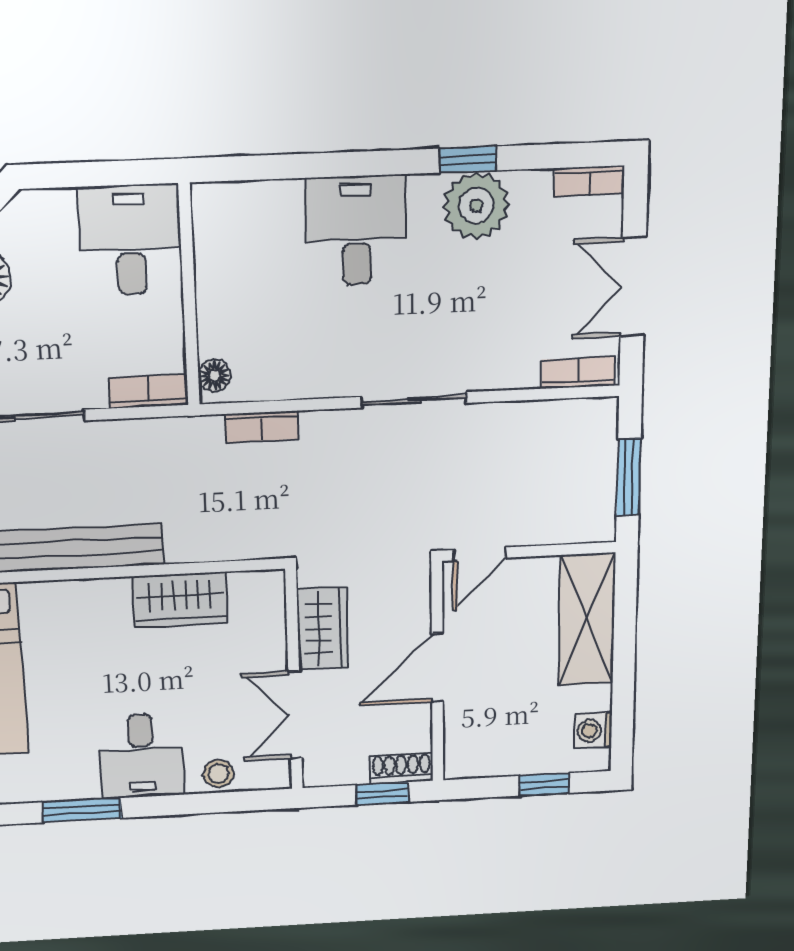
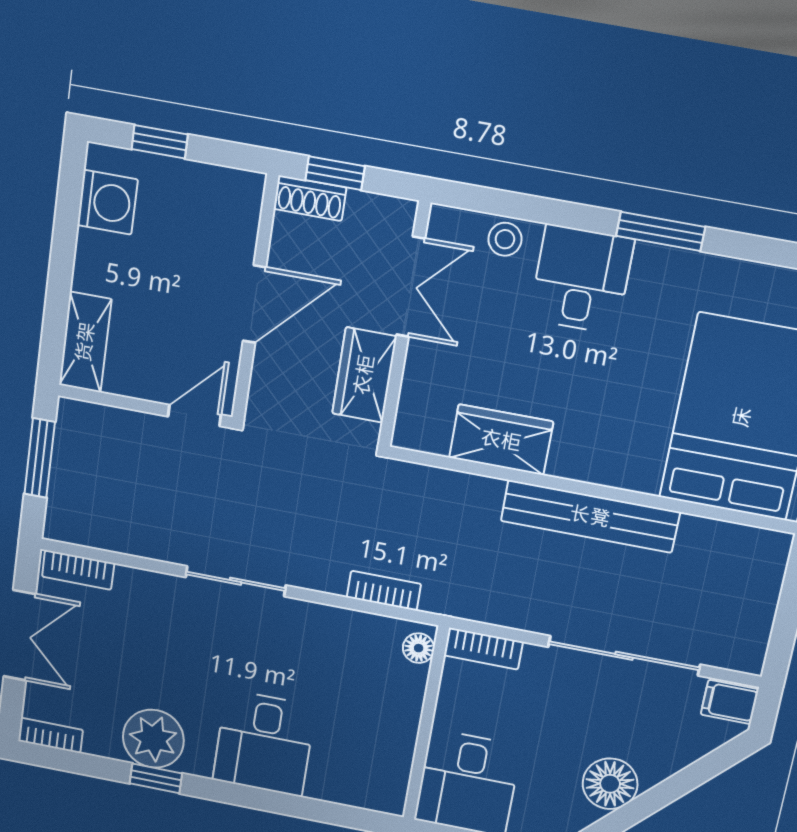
shelving: (587, 620) -> (85, 342), width x0.67, depth x0.75
washing machine: (593, 731) -> (108, 202), width x1.38, depth x1.38

